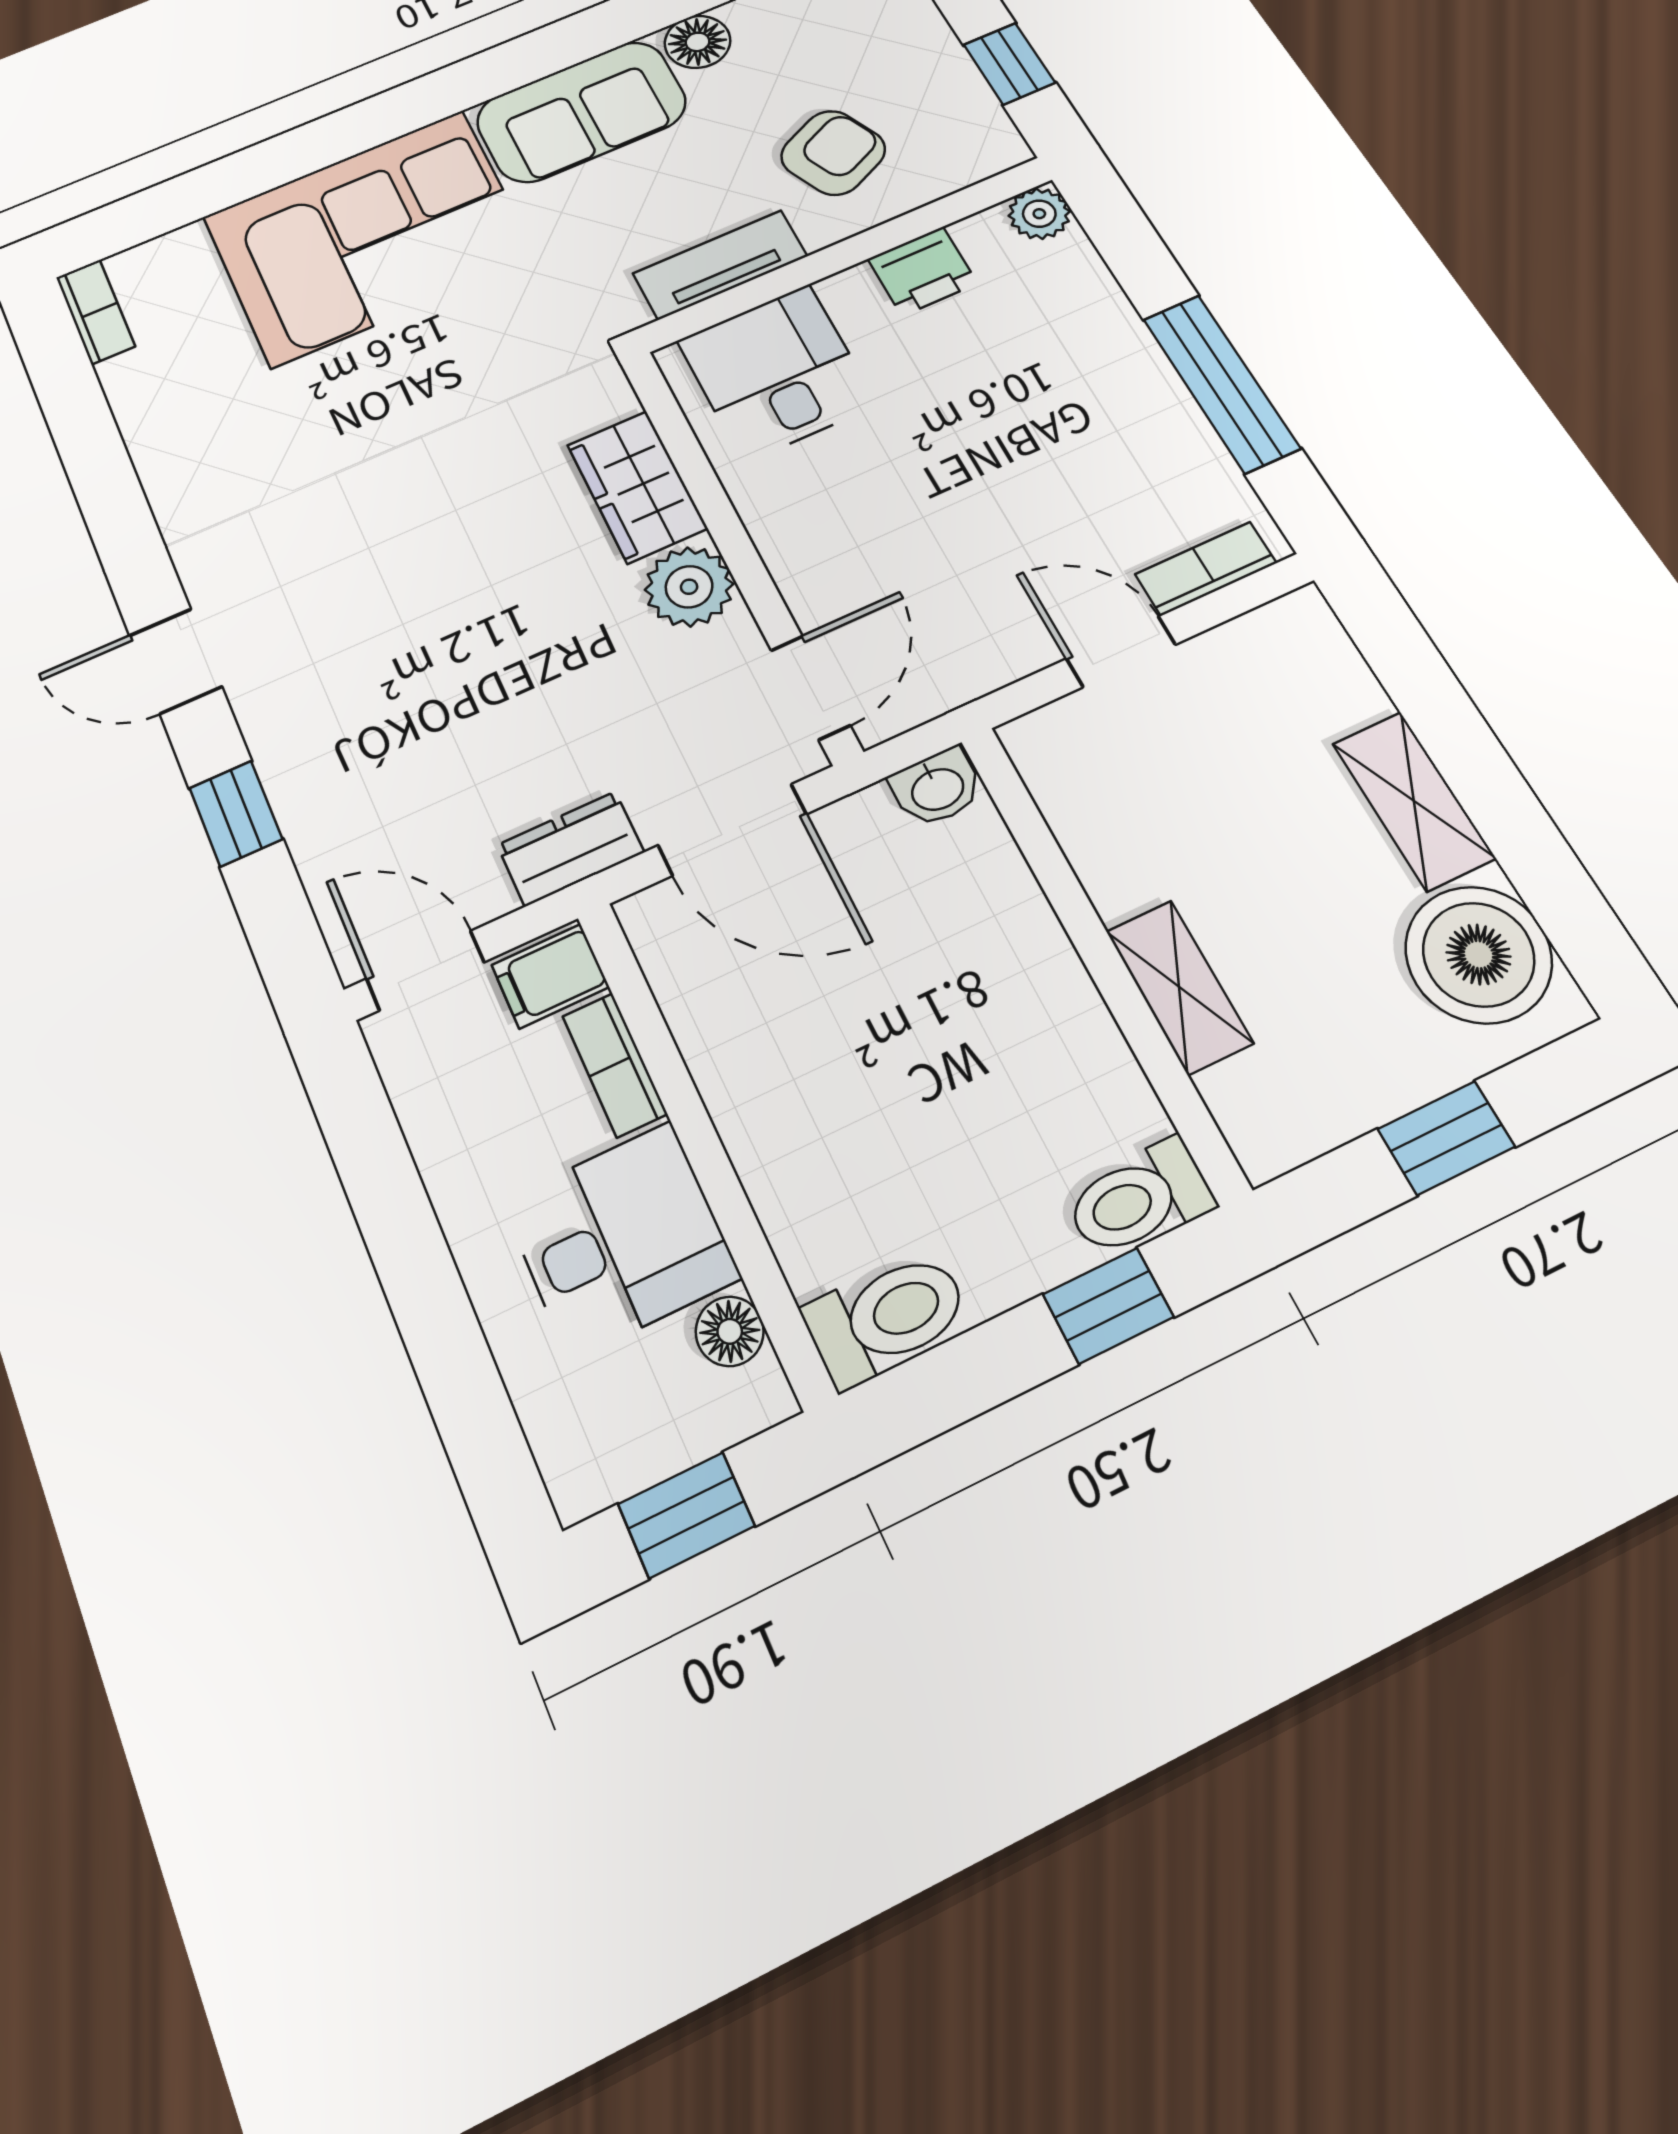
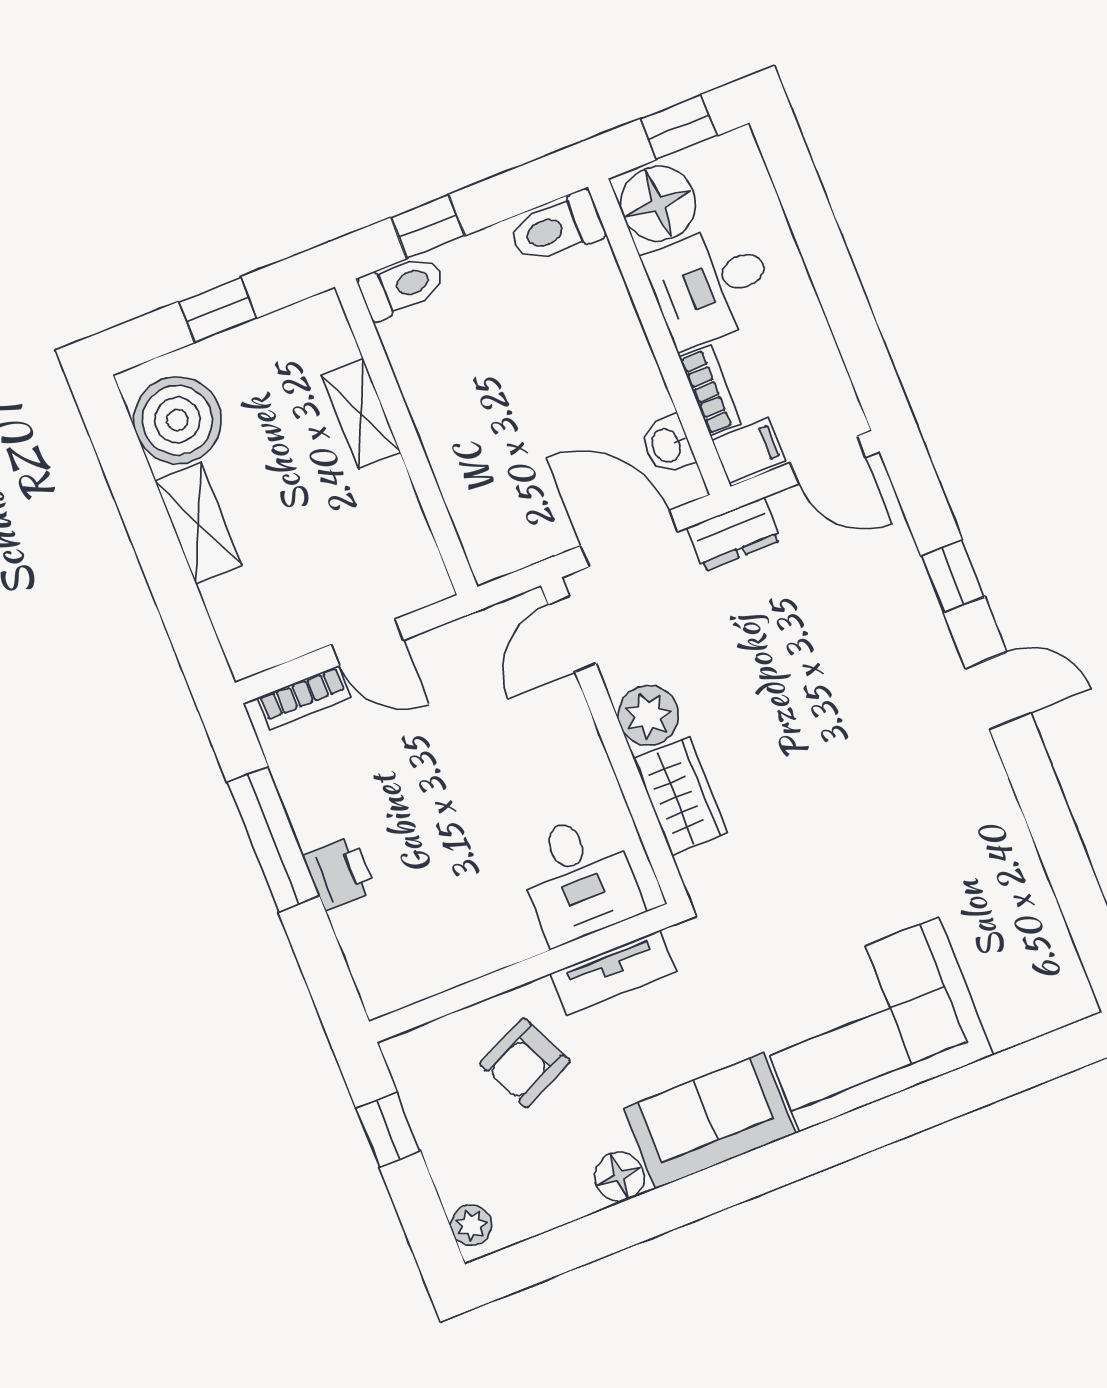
plant: (1039, 214) -> (381, 993), removed
printer: (922, 271) -> (340, 873), moved, turned 90
bookcase: (95, 312) -> (1071, 979), removed
washbasin: (937, 788) -> (667, 445), moved, turned -90
floor lamp: (730, 1331) -> (658, 204), width x1.89, depth x1.89

